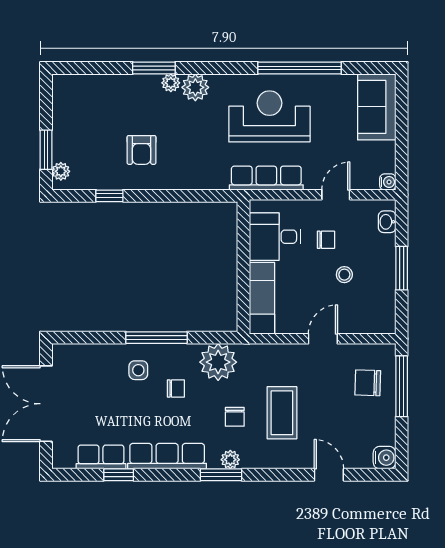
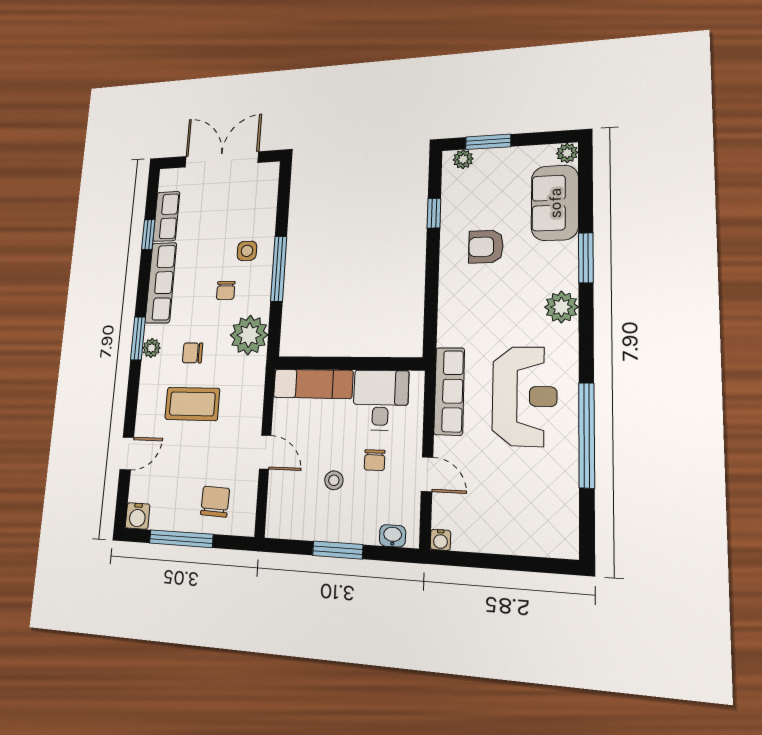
plant: (171, 83) -> (567, 153), moved
sofa: (377, 107) -> (555, 203), moved, turned -90
window: (402, 386) -> (181, 539), moved

